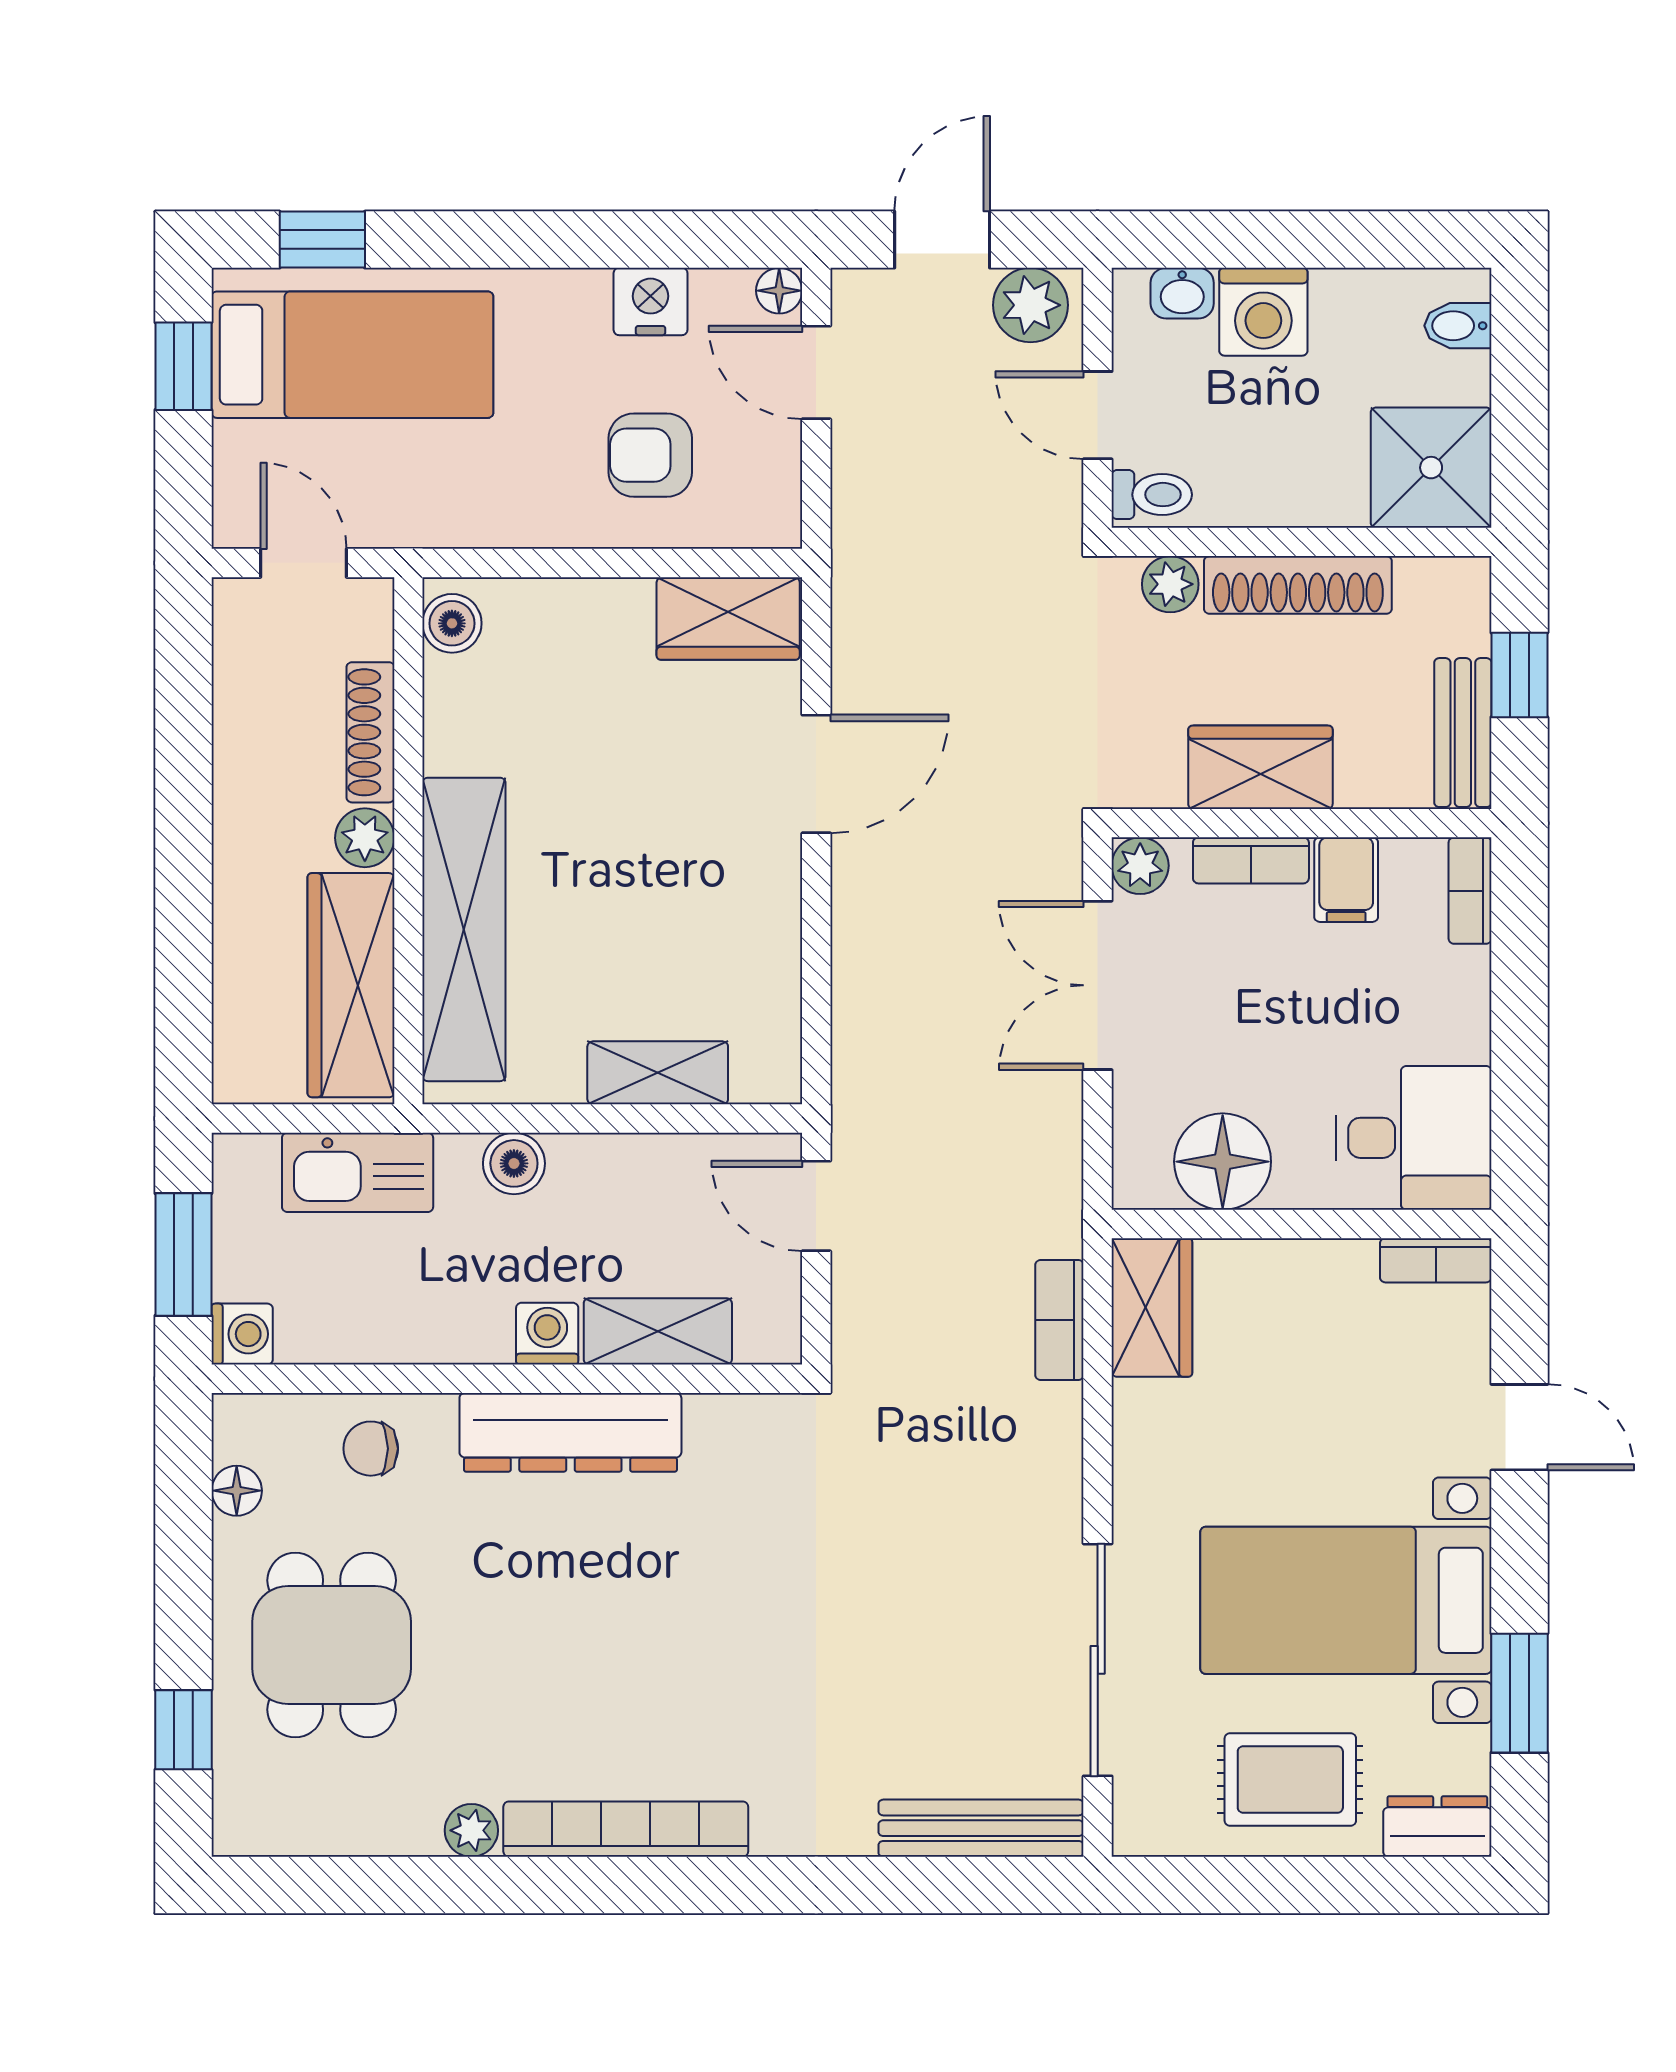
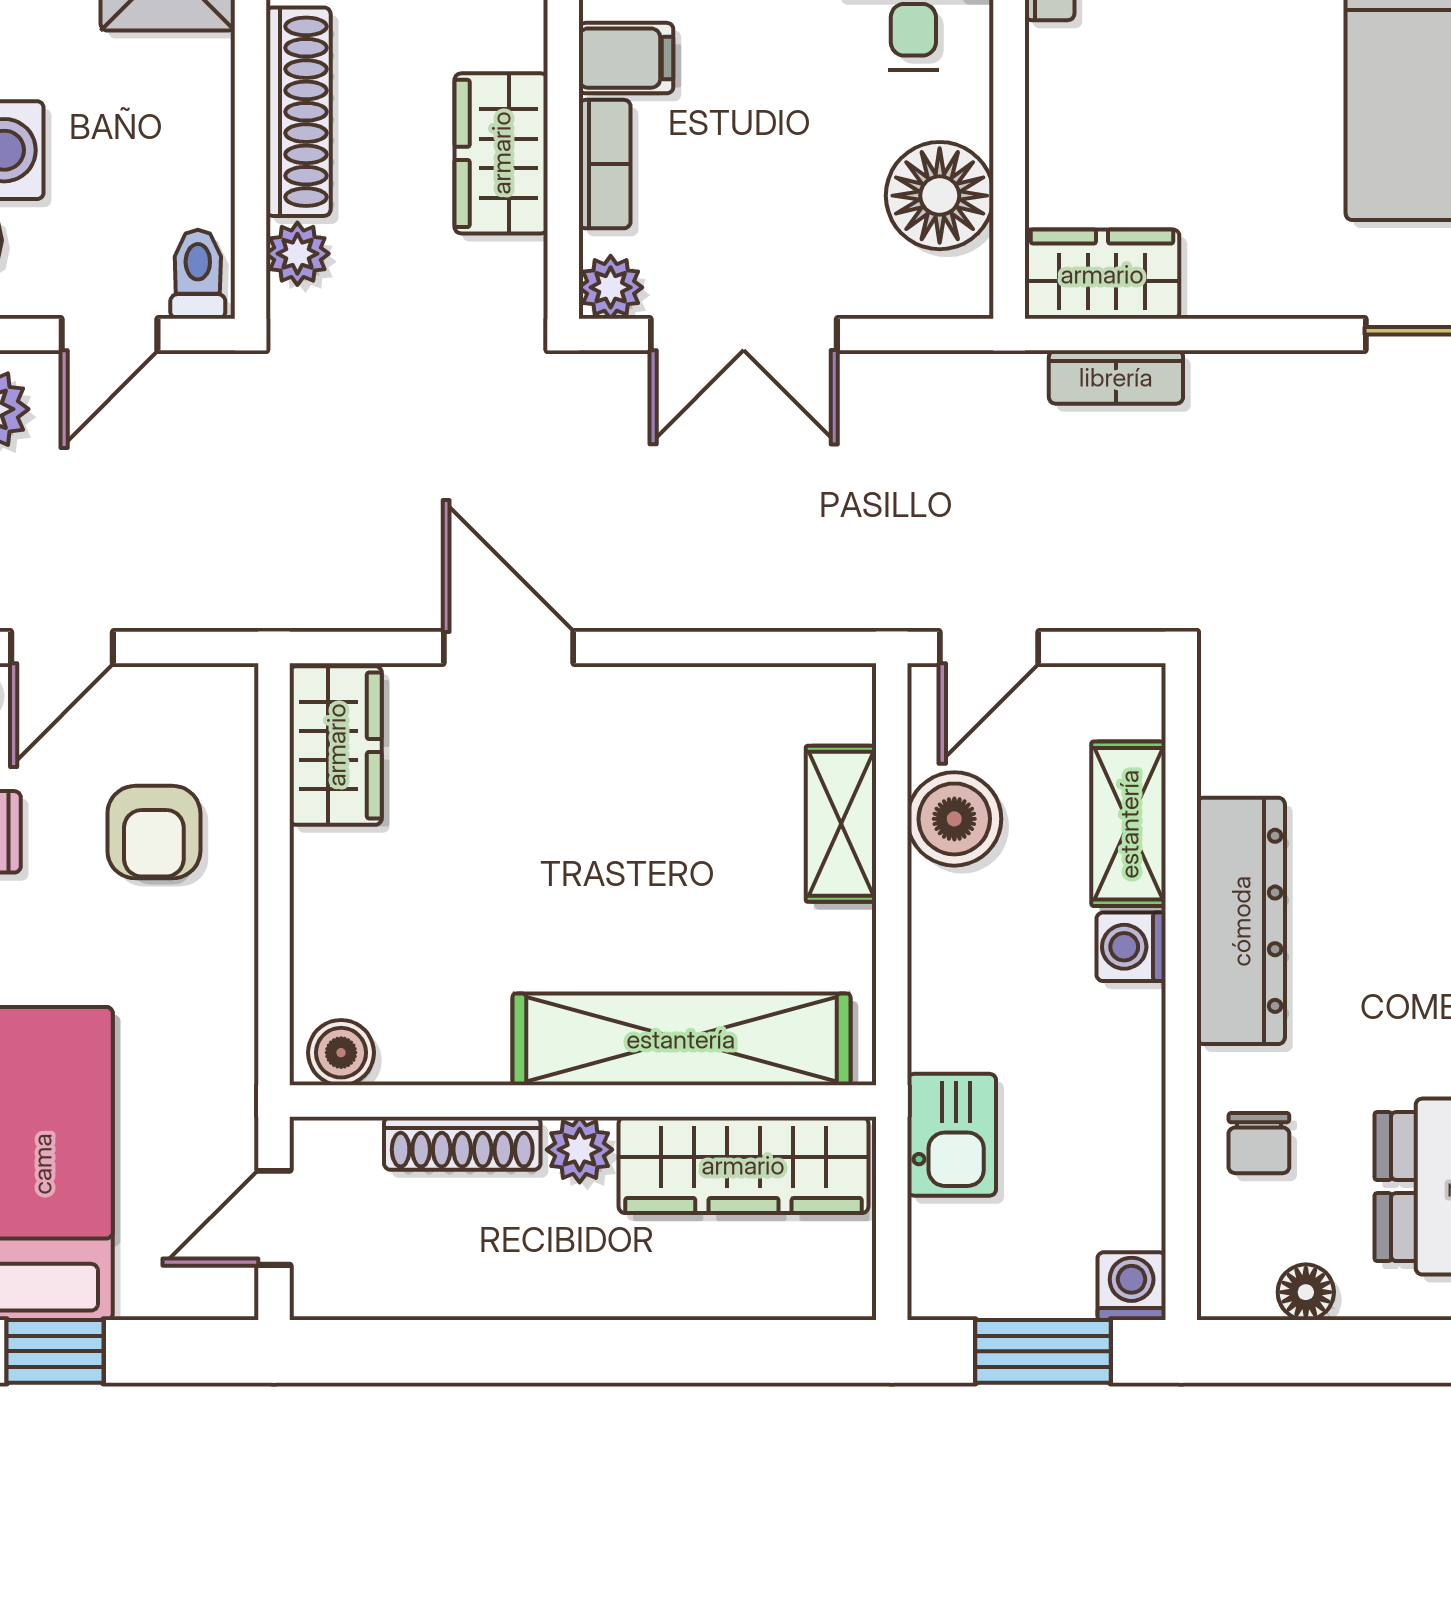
boiler: (514, 1163) -> (954, 819), moved, width x1.36, depth x1.36
kitchen sink: (358, 1172) -> (952, 1135), width x0.73

